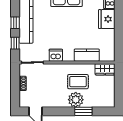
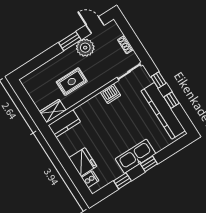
kitchen counter: (87, 55) -> (64, 124), moved
plant: (76, 100) -> (85, 48), moved
window: (83, 111) -> (70, 41), moved

